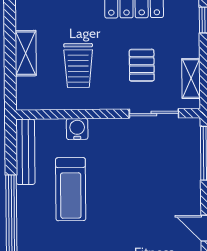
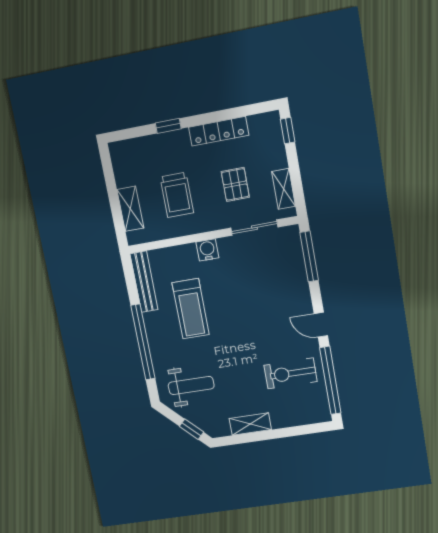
shelving: (26, 53) -> (130, 209), moved
water cooler: (77, 129) -> (207, 250), moved

